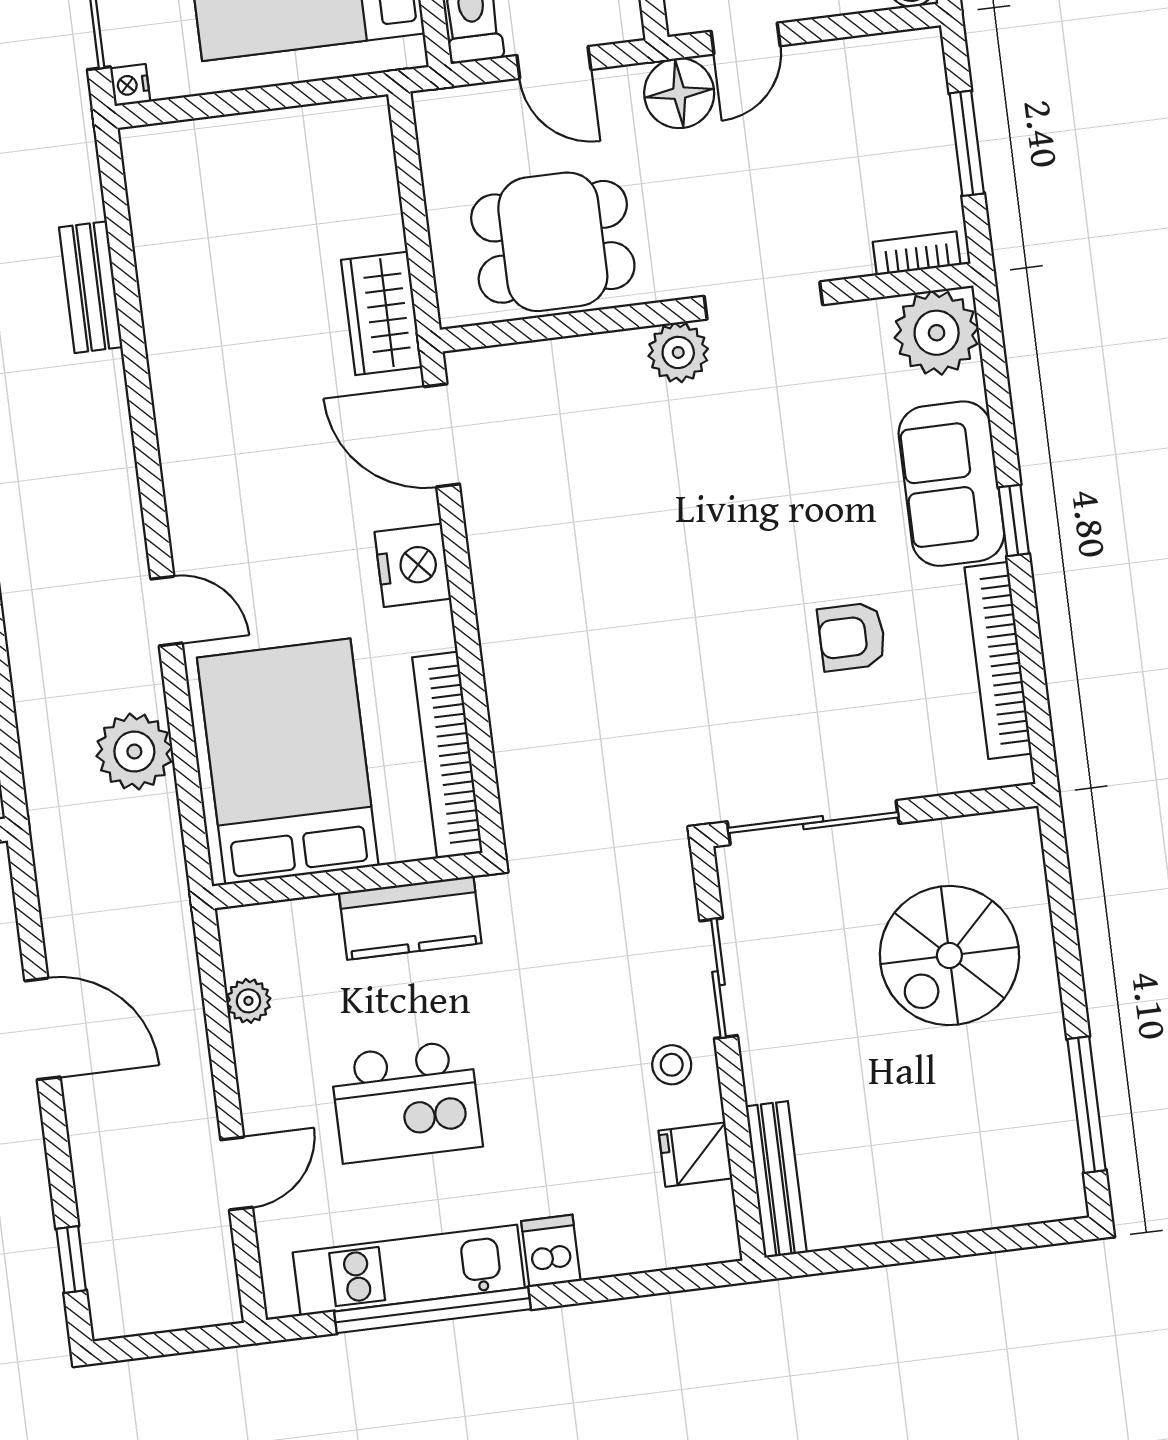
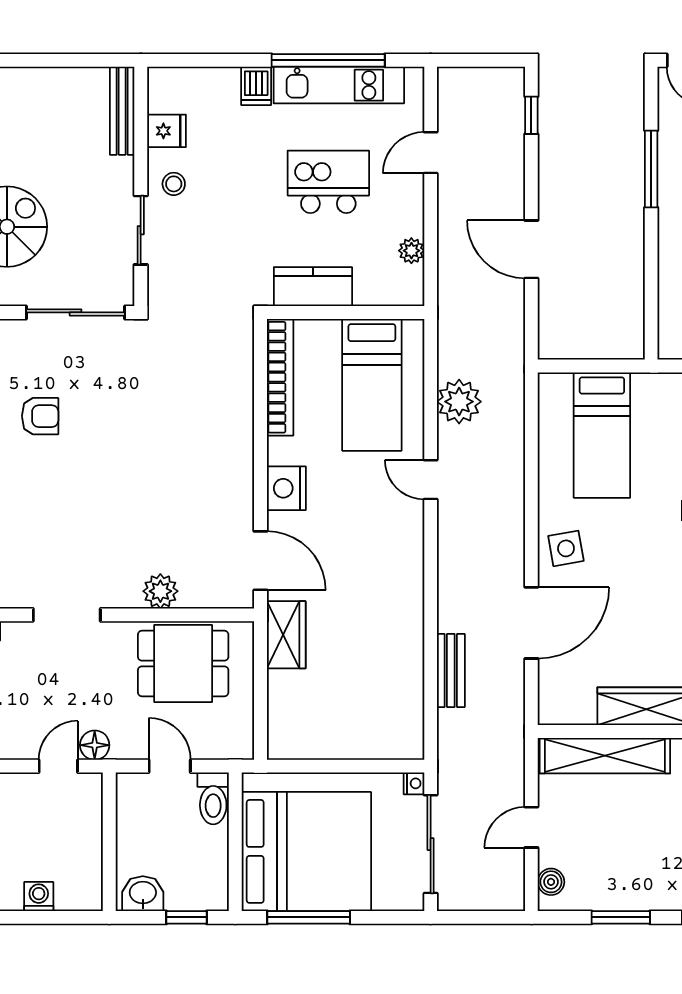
floor lamp: (679, 93) -> (95, 745), width x0.73, depth x0.73
plant: (678, 352) -> (160, 591), moved
bed: (288, 762) -> (372, 385), width x0.67

